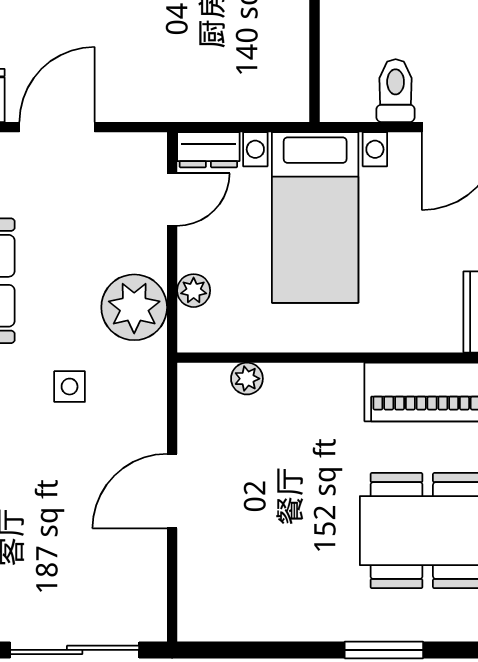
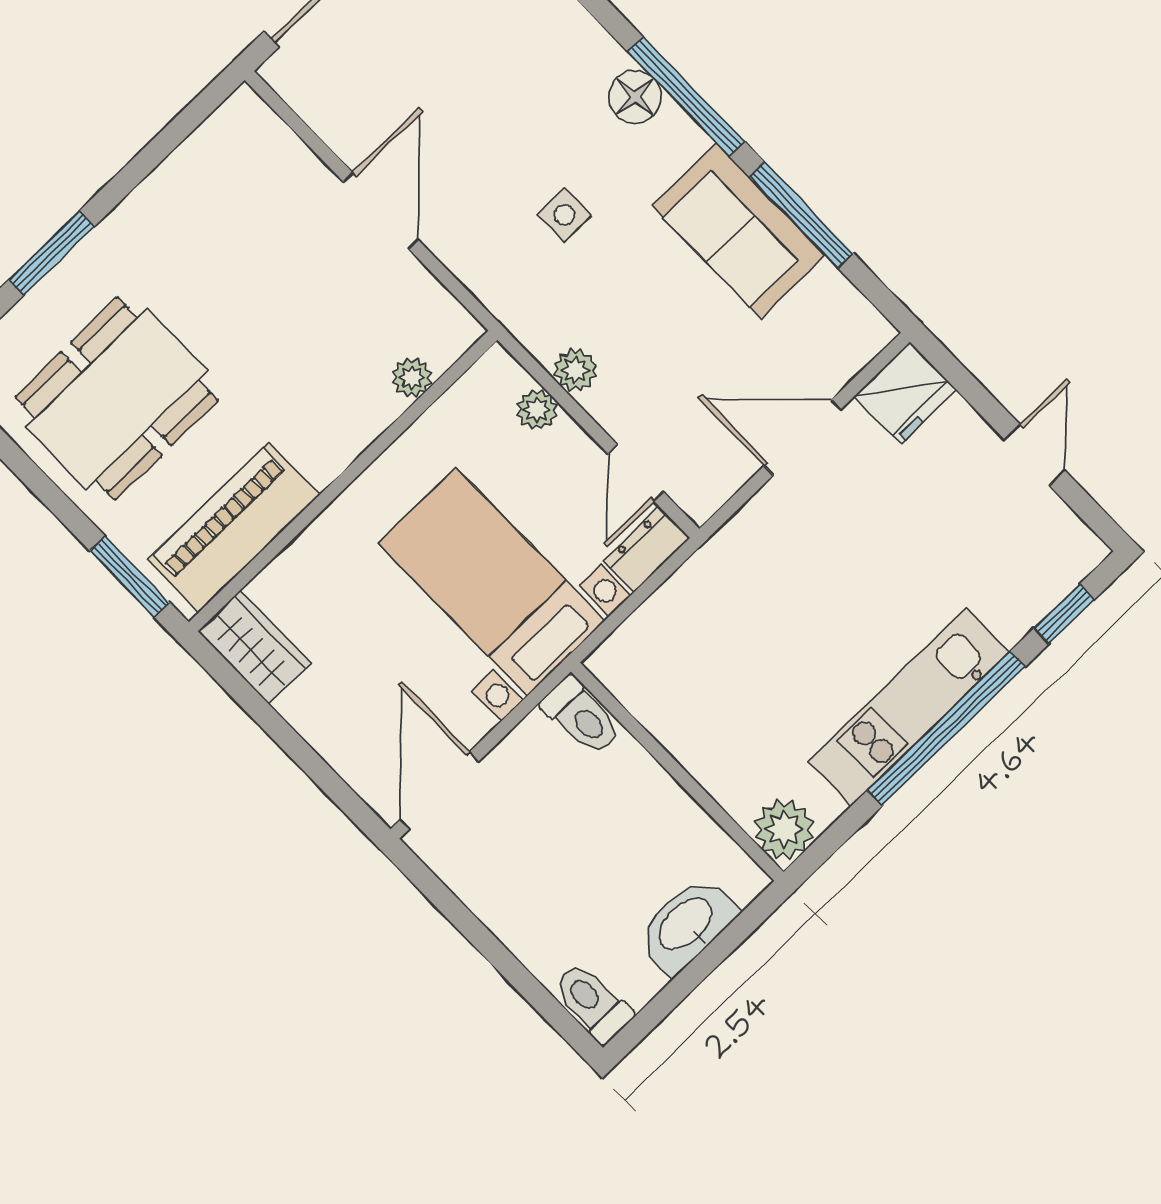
toilet: (396, 91) -> (581, 716), moved
door: (57, 127) -> (803, 437), swing flipped
plant: (134, 307) -> (575, 370), width x0.53, depth x0.53

